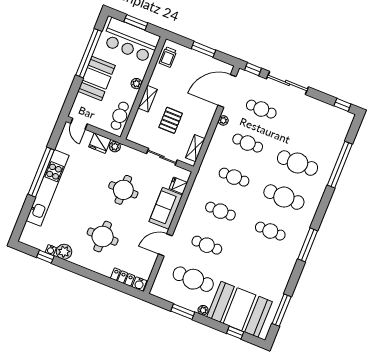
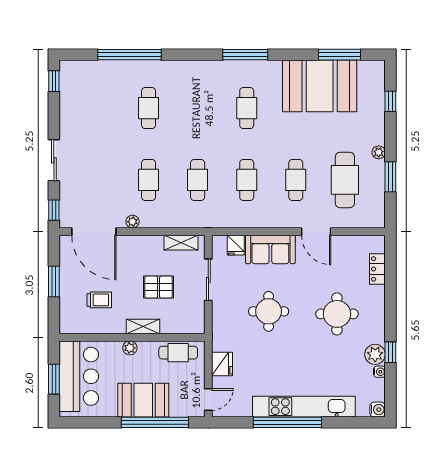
window: (89, 53) -> (155, 422), moved
trolley: (168, 57) -> (99, 300), moved
sliding door: (288, 83) -> (54, 160), width x0.73
cafe table: (261, 109) -> (99, 180), removed
plant: (115, 147) -> (219, 343), removed
cafe table: (297, 163) -> (149, 108), width x0.73, depth x0.74
cafe table: (284, 197) -> (198, 108), removed
window: (45, 257) -> (390, 352), moved
water cooler: (139, 284) -> (378, 410), moved
booth: (240, 309) -> (320, 86), moved, turned 90

